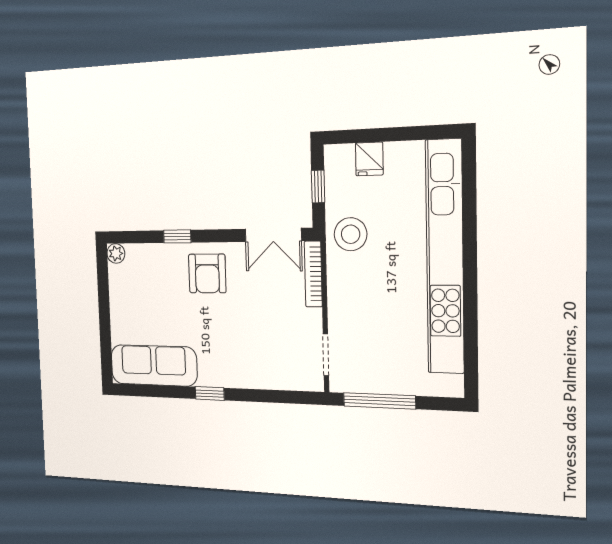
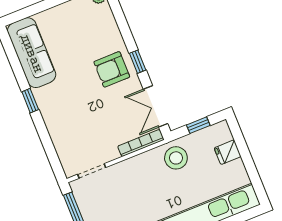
window: (177, 236) -> (138, 62), moved

